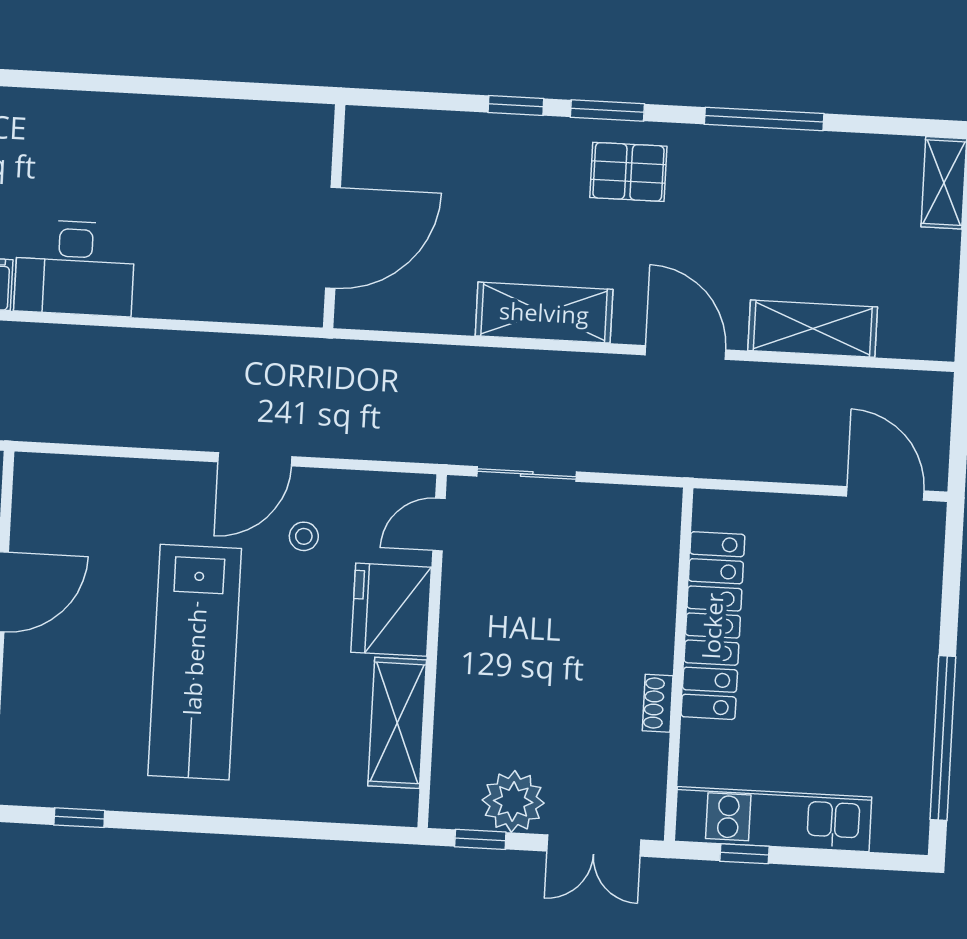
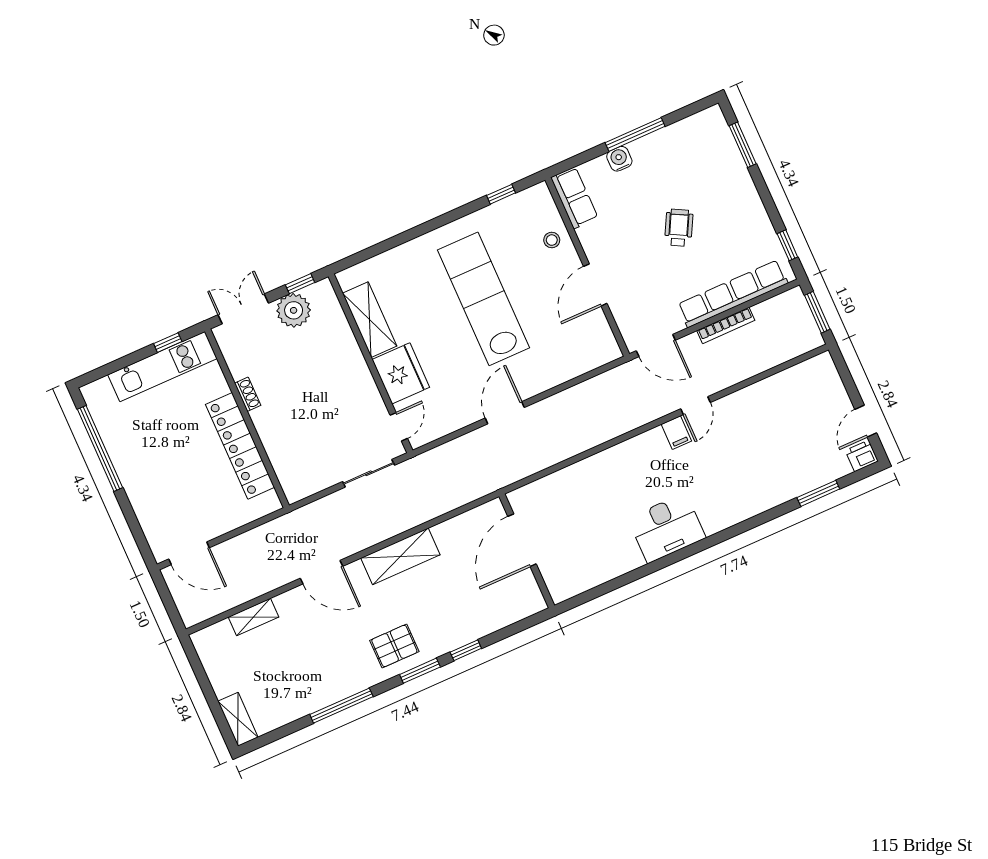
desk: (75, 268) -> (667, 528), moved, turned 180
shelving: (813, 329) -> (253, 617), width x0.67, depth x0.75
stool: (304, 536) -> (552, 240), moved

